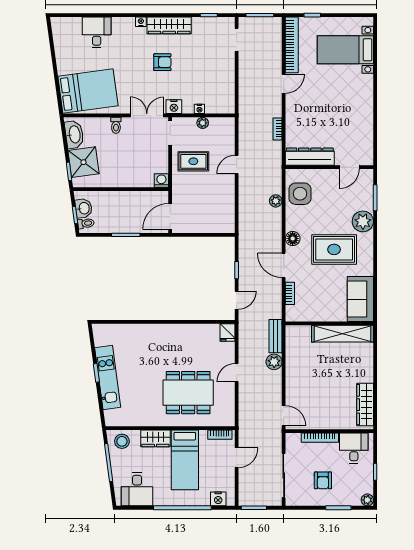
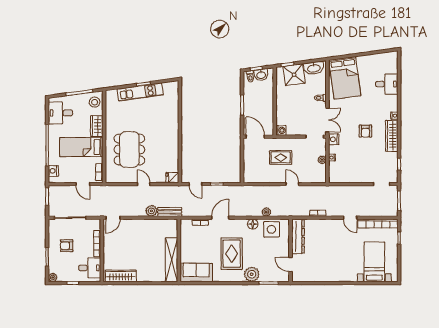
rug: (193, 161) -> (281, 157), moved, turned 90
floor lamp: (293, 239) -> (253, 224), moved

